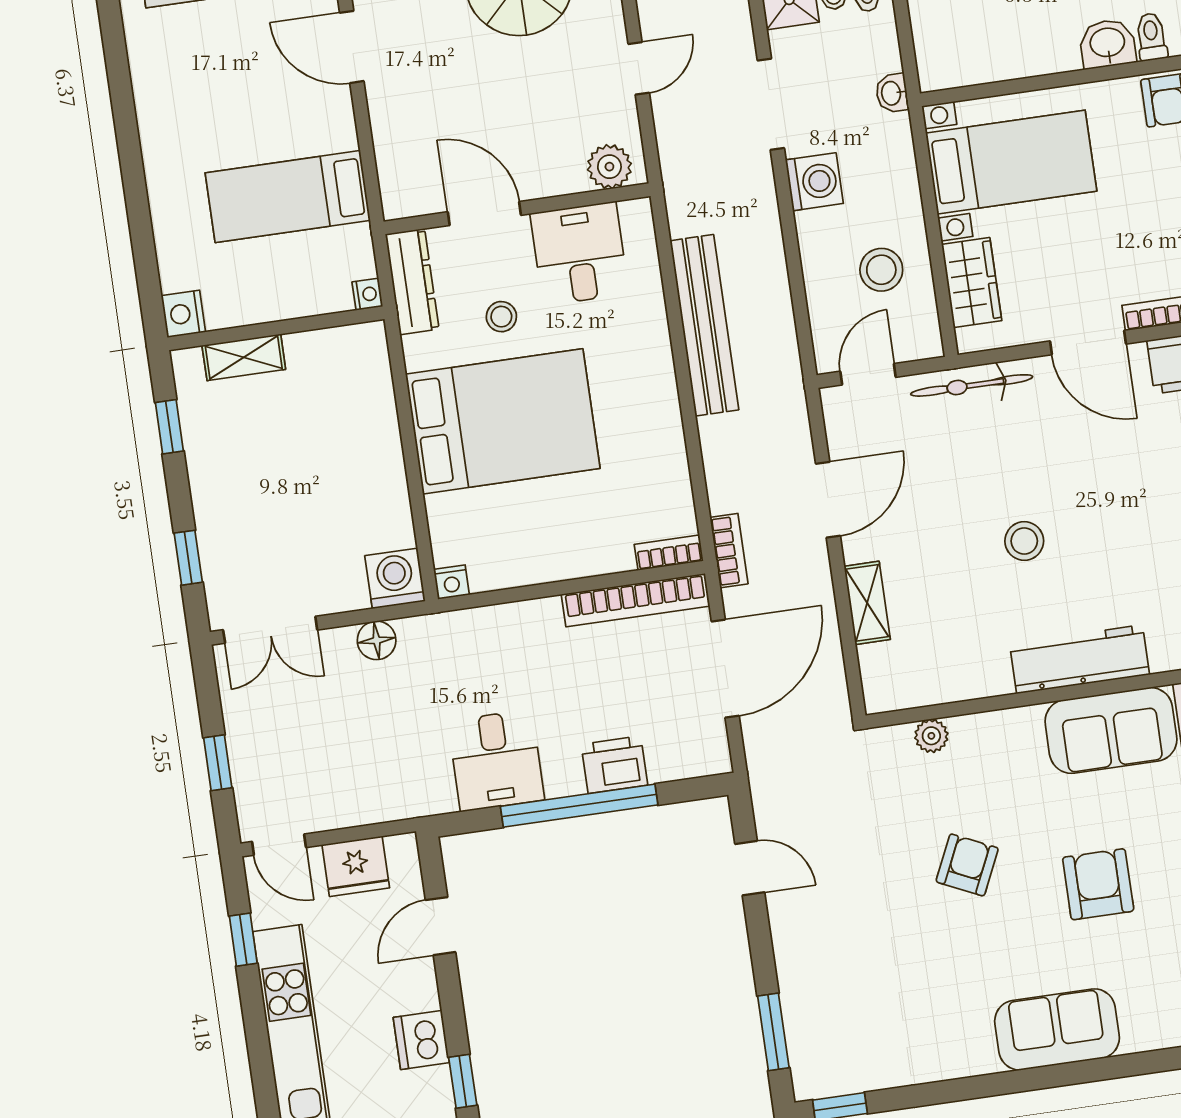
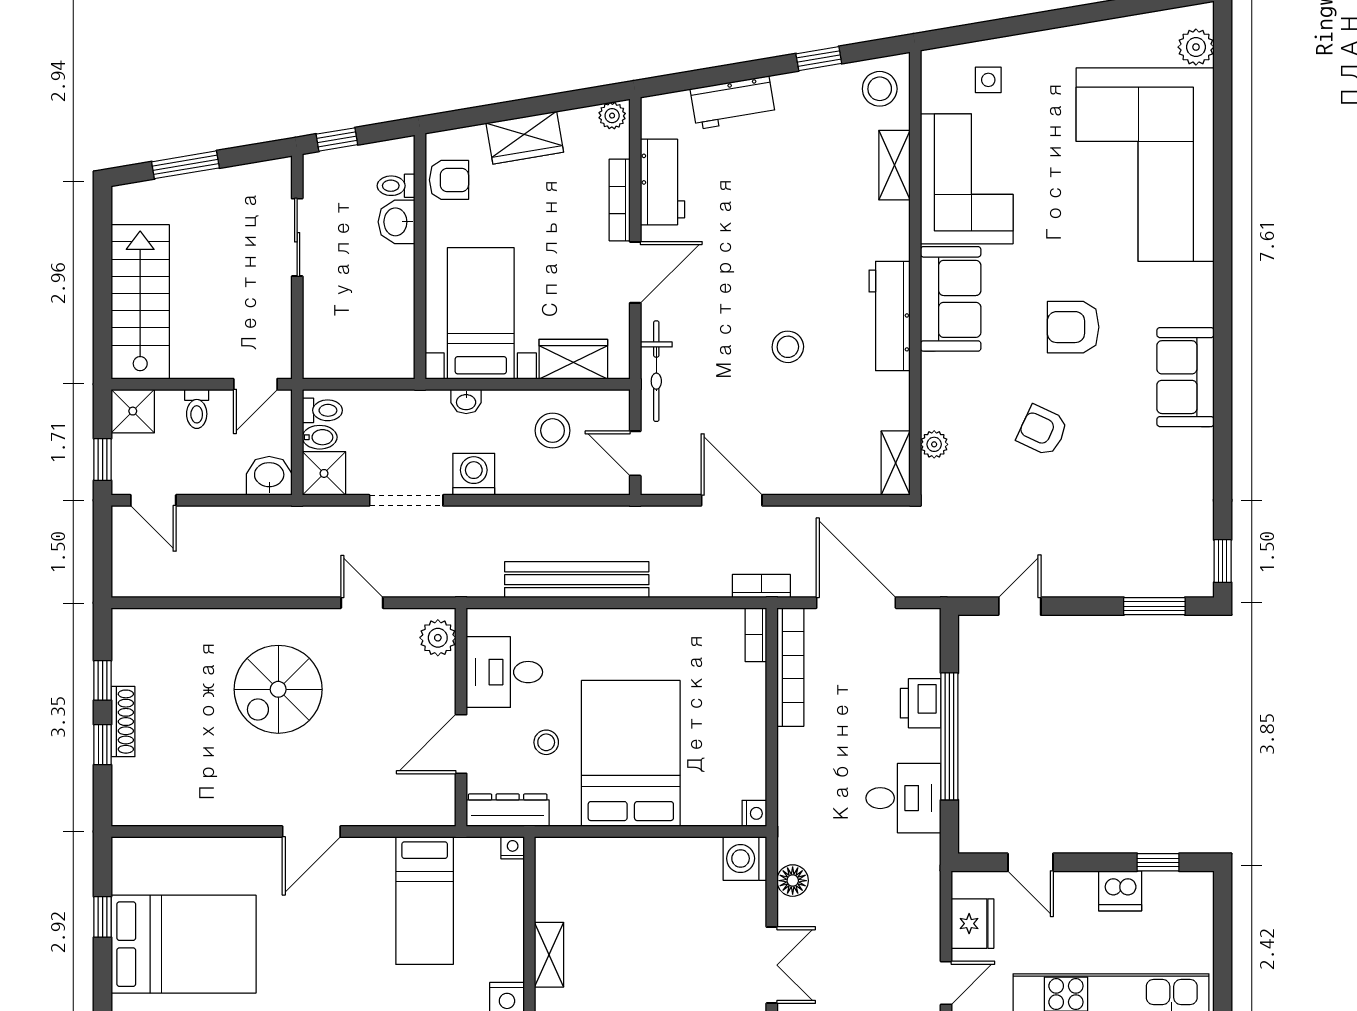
washbasin: (892, 93) -> (466, 401), moved
shelving: (867, 603) -> (896, 463), moved, turned 90

